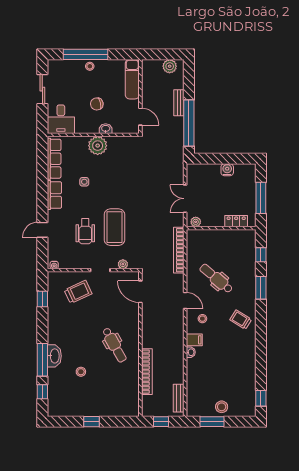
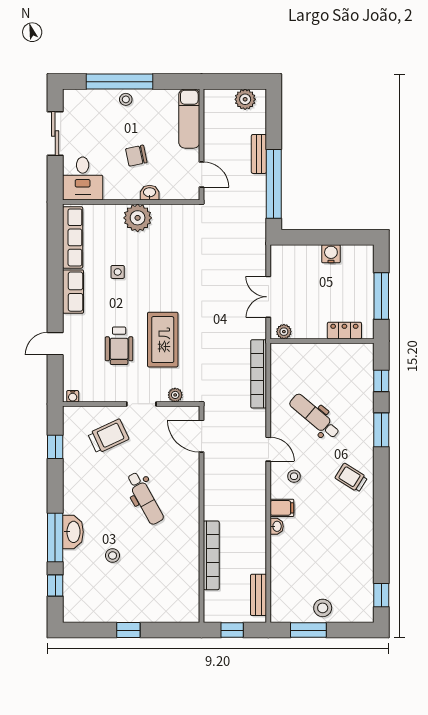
dental chair: (114, 345) -> (145, 498), moved

